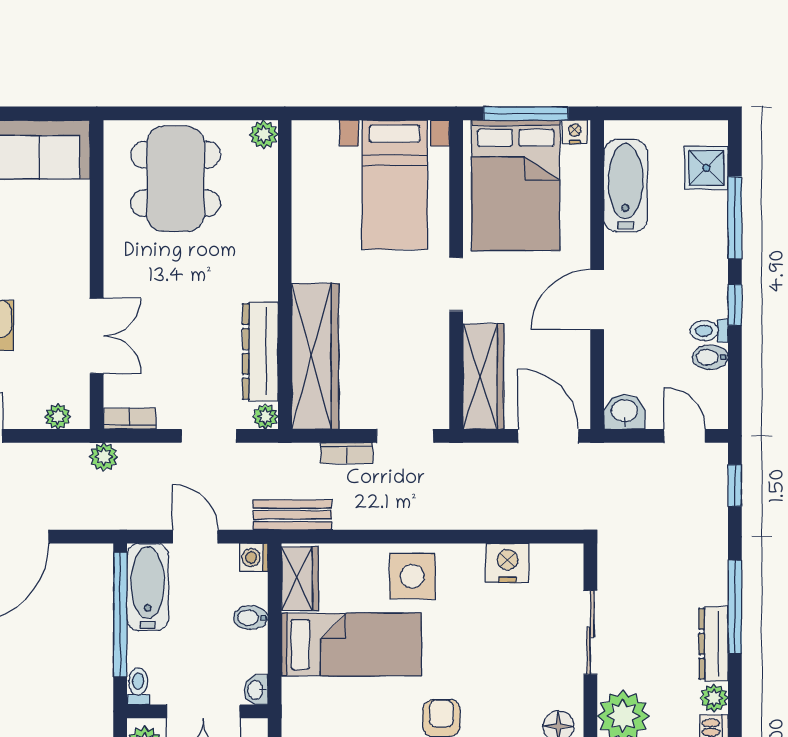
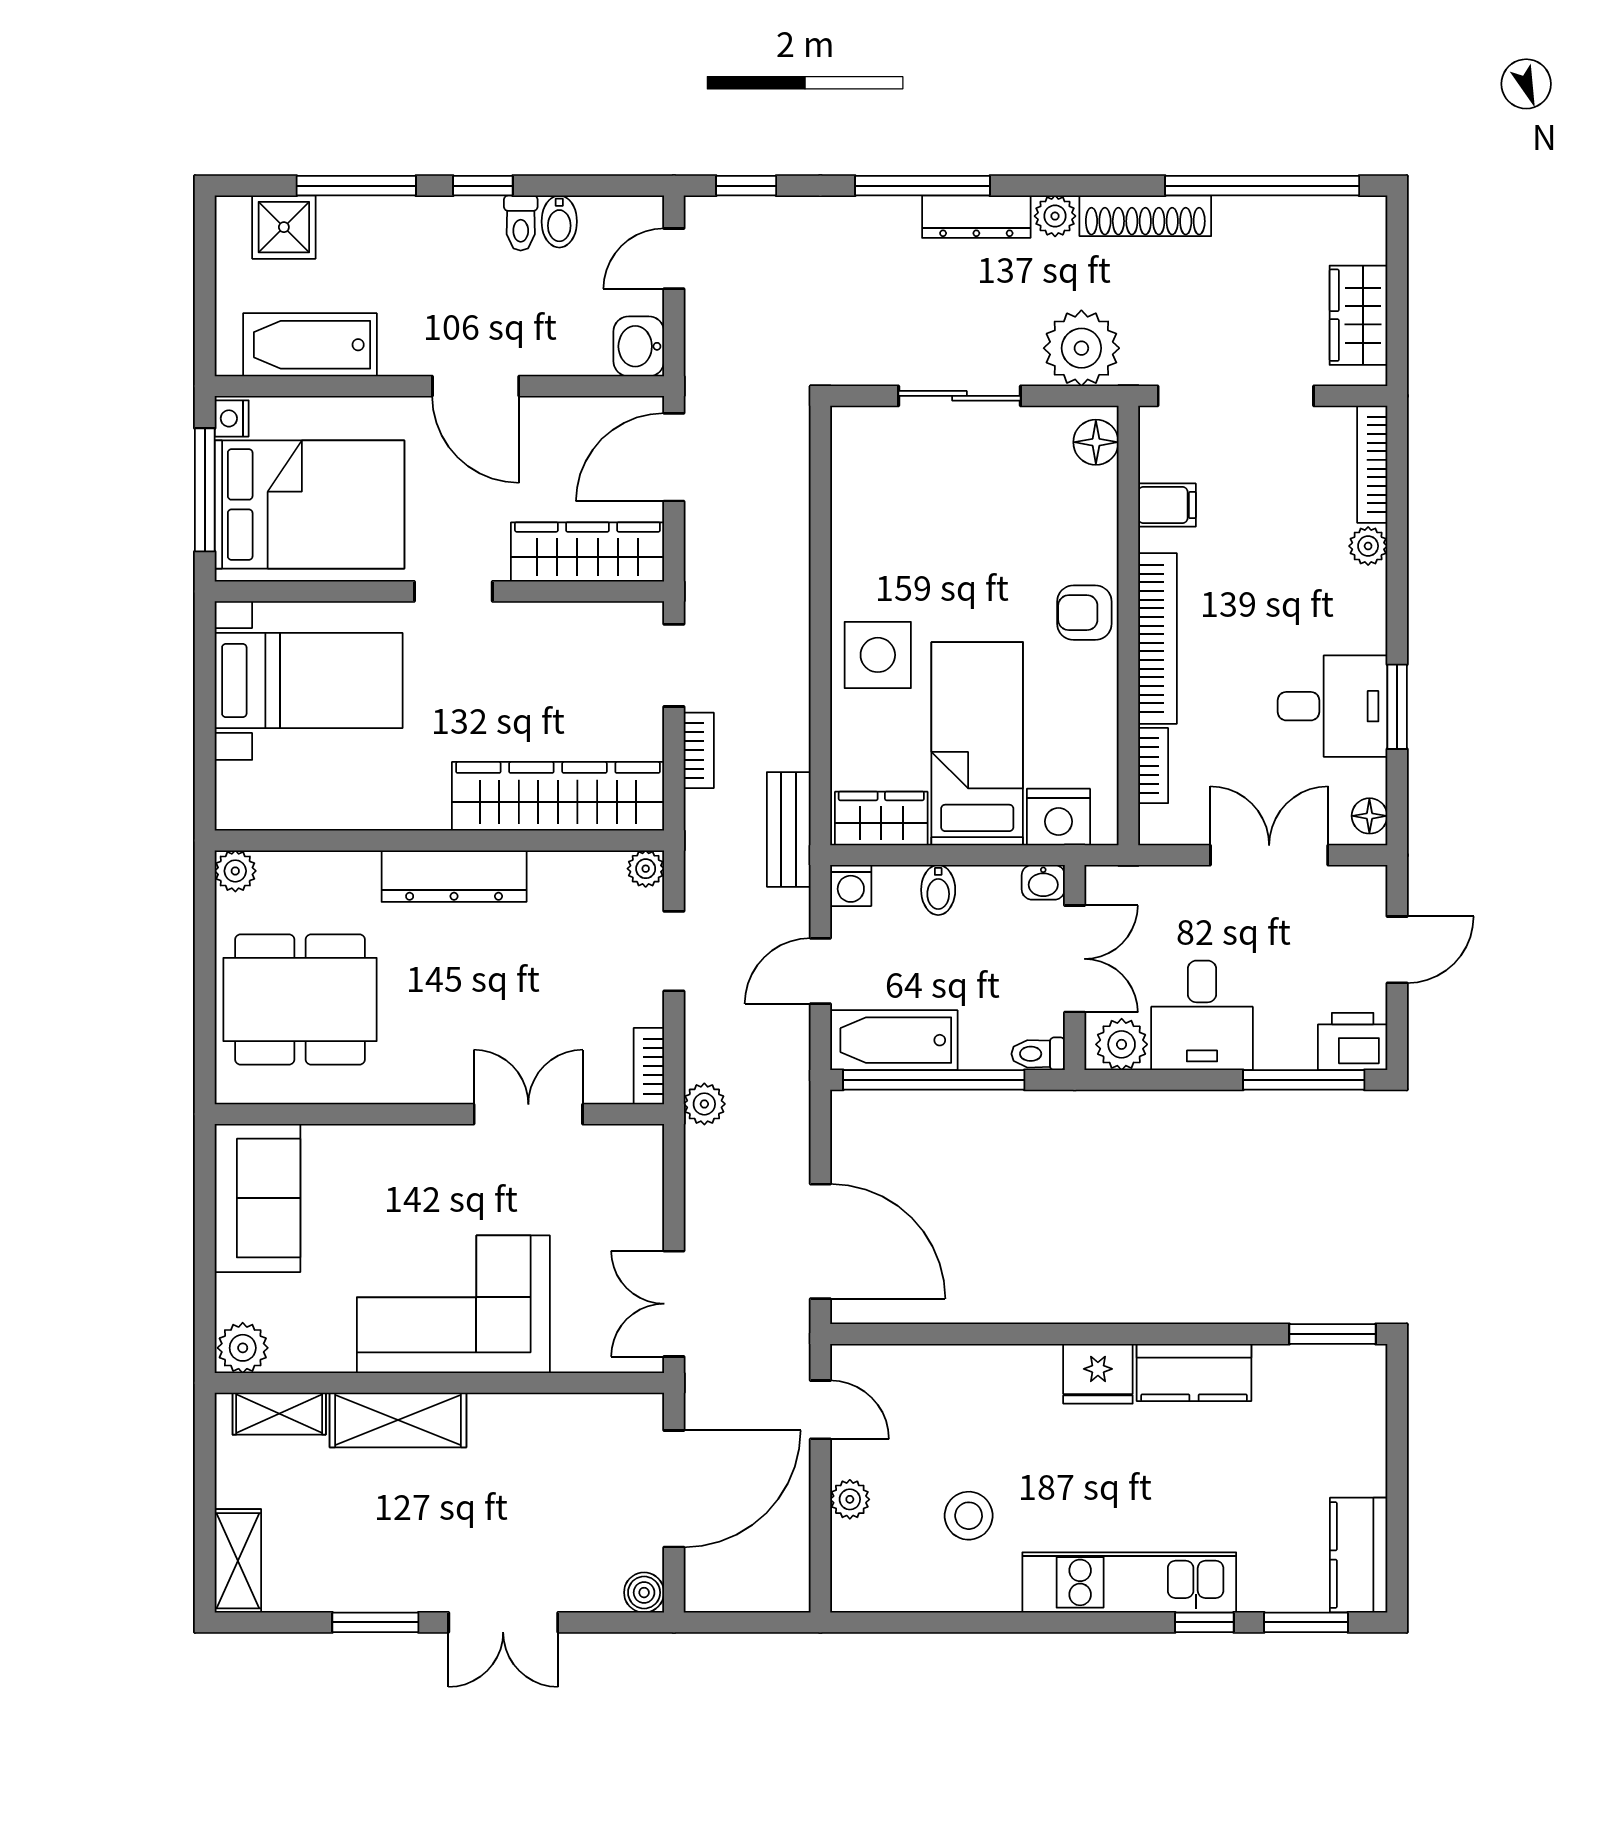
dresser: (260, 351) -> (454, 876), moved
plant: (58, 416) -> (645, 1171), removed
nightstand: (507, 563) -> (1058, 817), moved, turned -90

